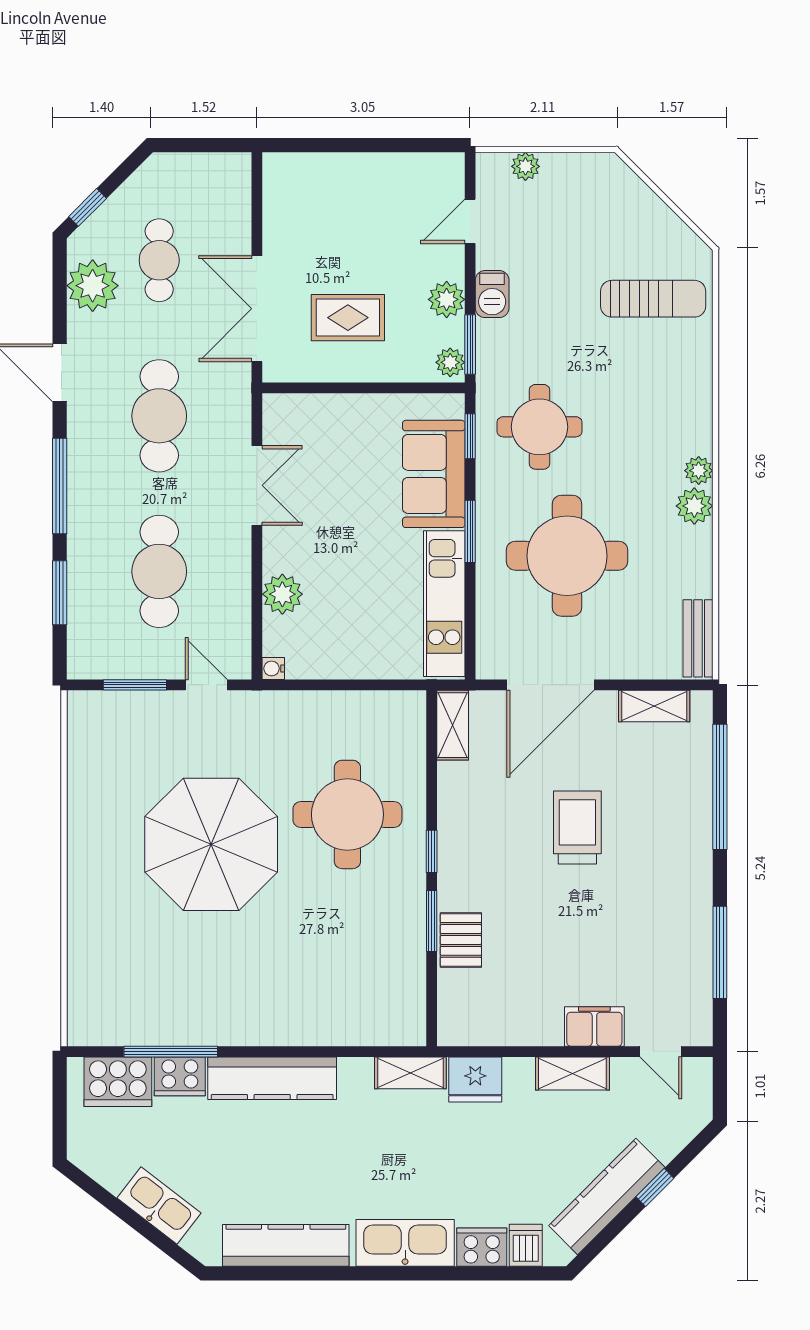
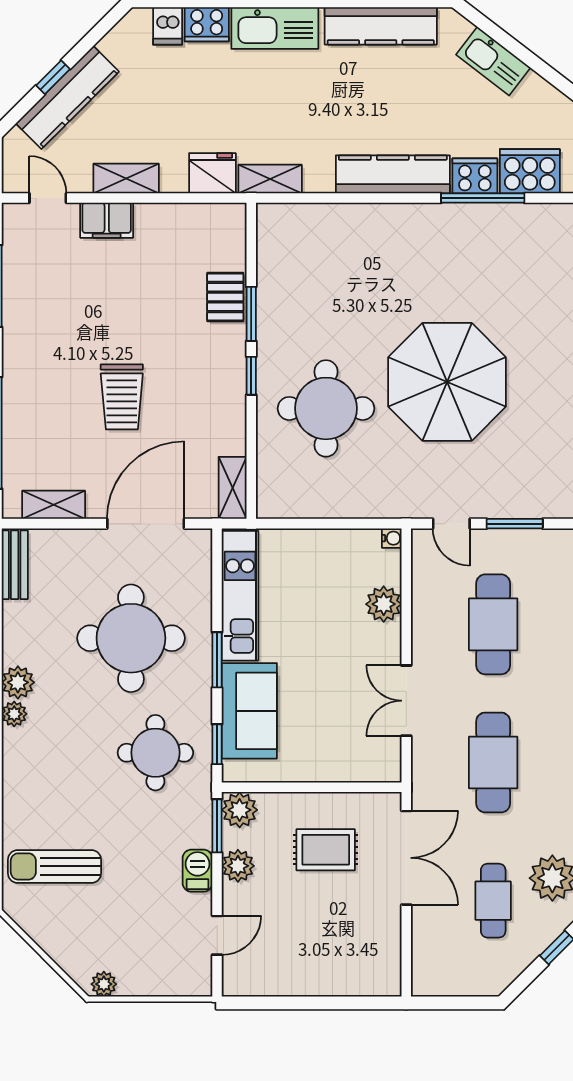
plant: (525, 166) -> (104, 984), moved
plant: (450, 362) -> (240, 810), width x1.38, depth x1.38
kitchen counter: (607, 1196) -> (67, 97), moved

